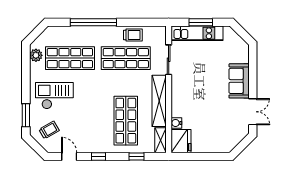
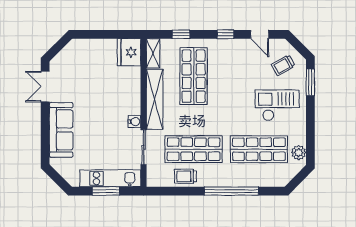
sofa: (239, 81) -> (61, 130), width x1.36
checkout: (54, 96) -> (277, 105), turned 180
water cooler: (176, 123) -> (134, 122), moved

